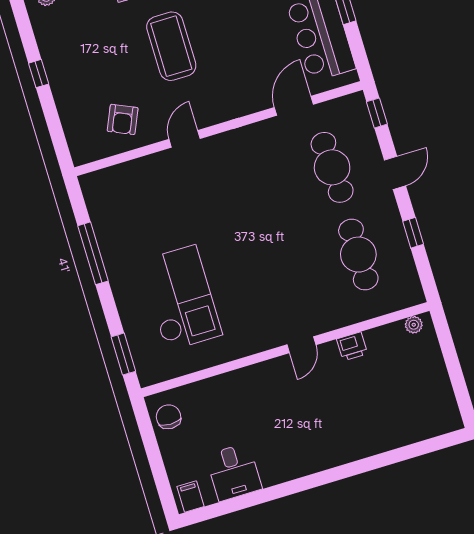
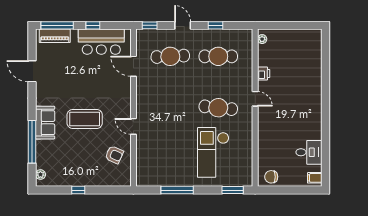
cafe table: (265, 283) -> (218, 108), added
checkout: (181, 298) -> (213, 152), turned -90

